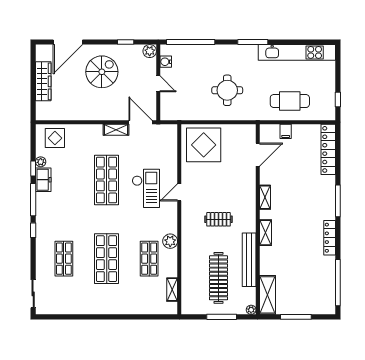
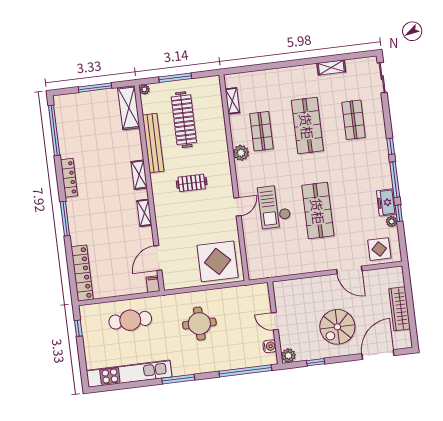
door: (140, 122) -> (349, 270), moved
shelving: (116, 130) -> (331, 67), moved
filing cabinet: (286, 131) -> (153, 284), moved

